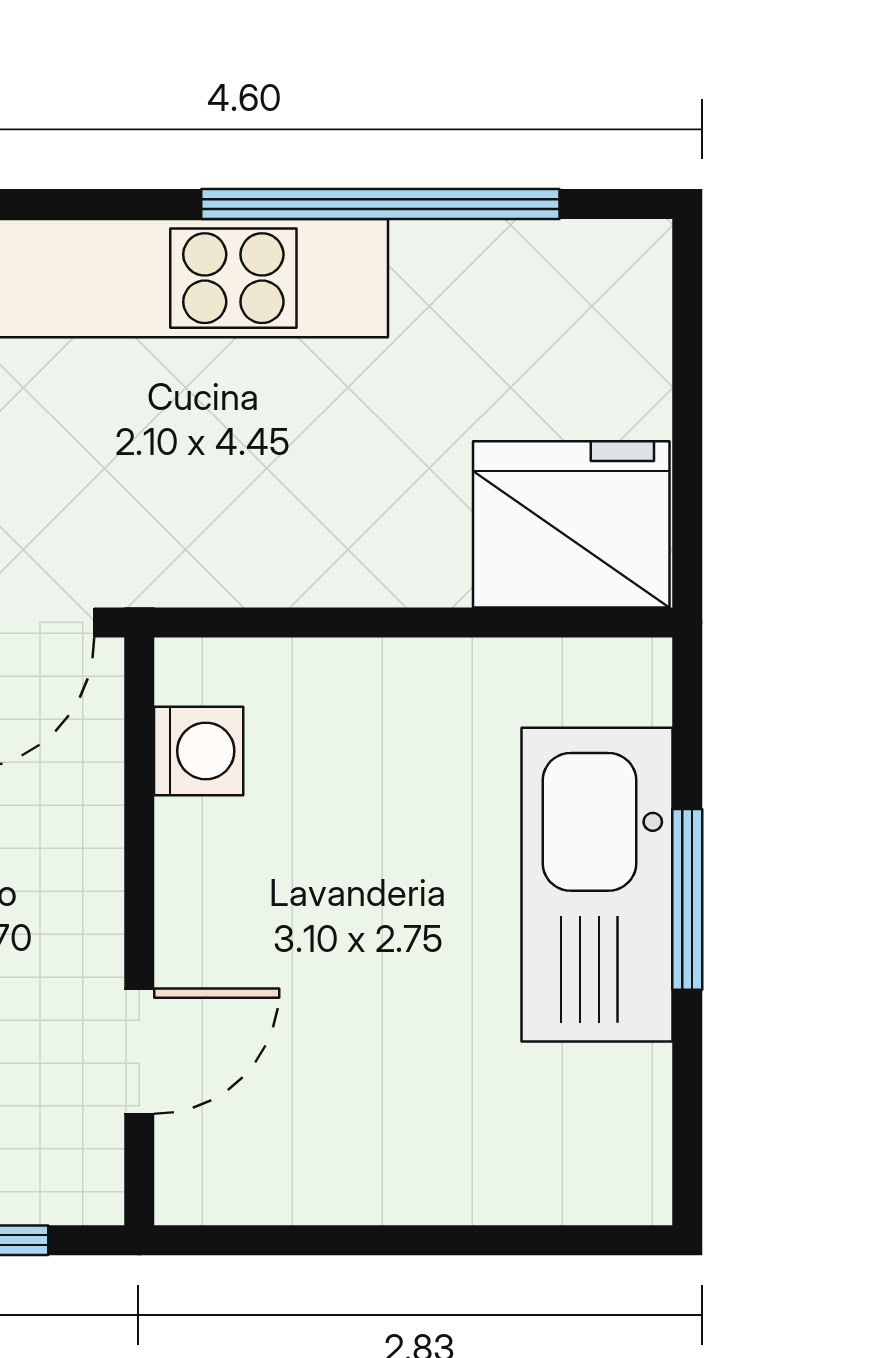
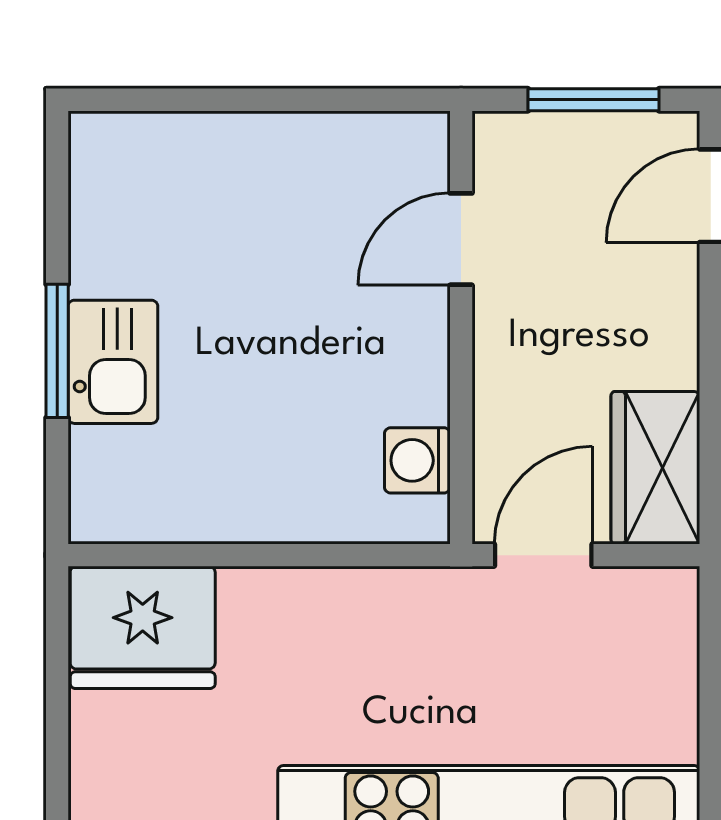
kitchen sink: (597, 885) -> (113, 362), width x0.53, depth x0.81

